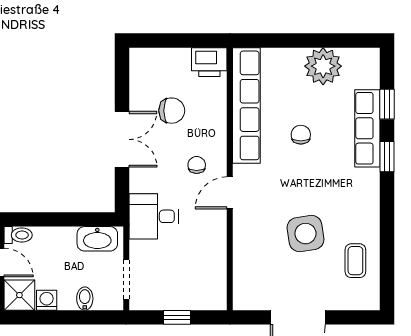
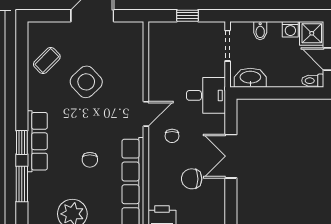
window: (387, 104) -> (22, 184), width x1.50
row of seats: (367, 128) -> (37, 141), moved
side table: (305, 234) -> (86, 82), turned -34
coffee table: (355, 261) -> (47, 60), turned 45

